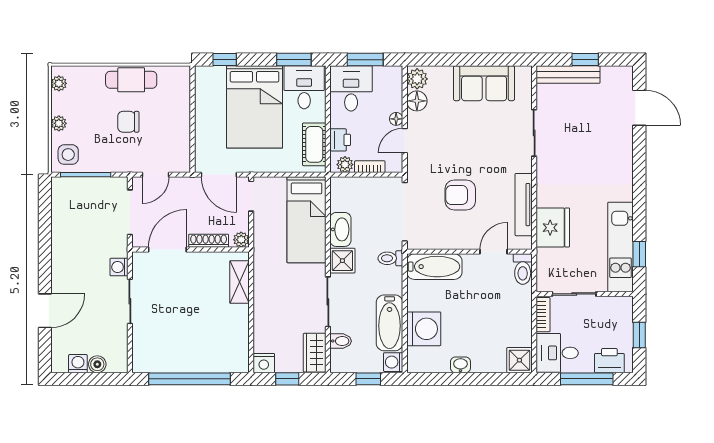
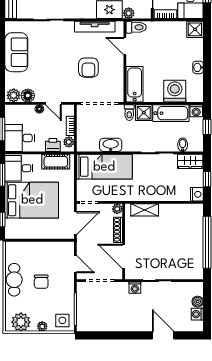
plant: (59, 83) -> (21, 322), width x1.88, depth x1.88
plant: (545, 257) -> (129, 13), added
shower: (342, 261) -> (144, 113), moved

